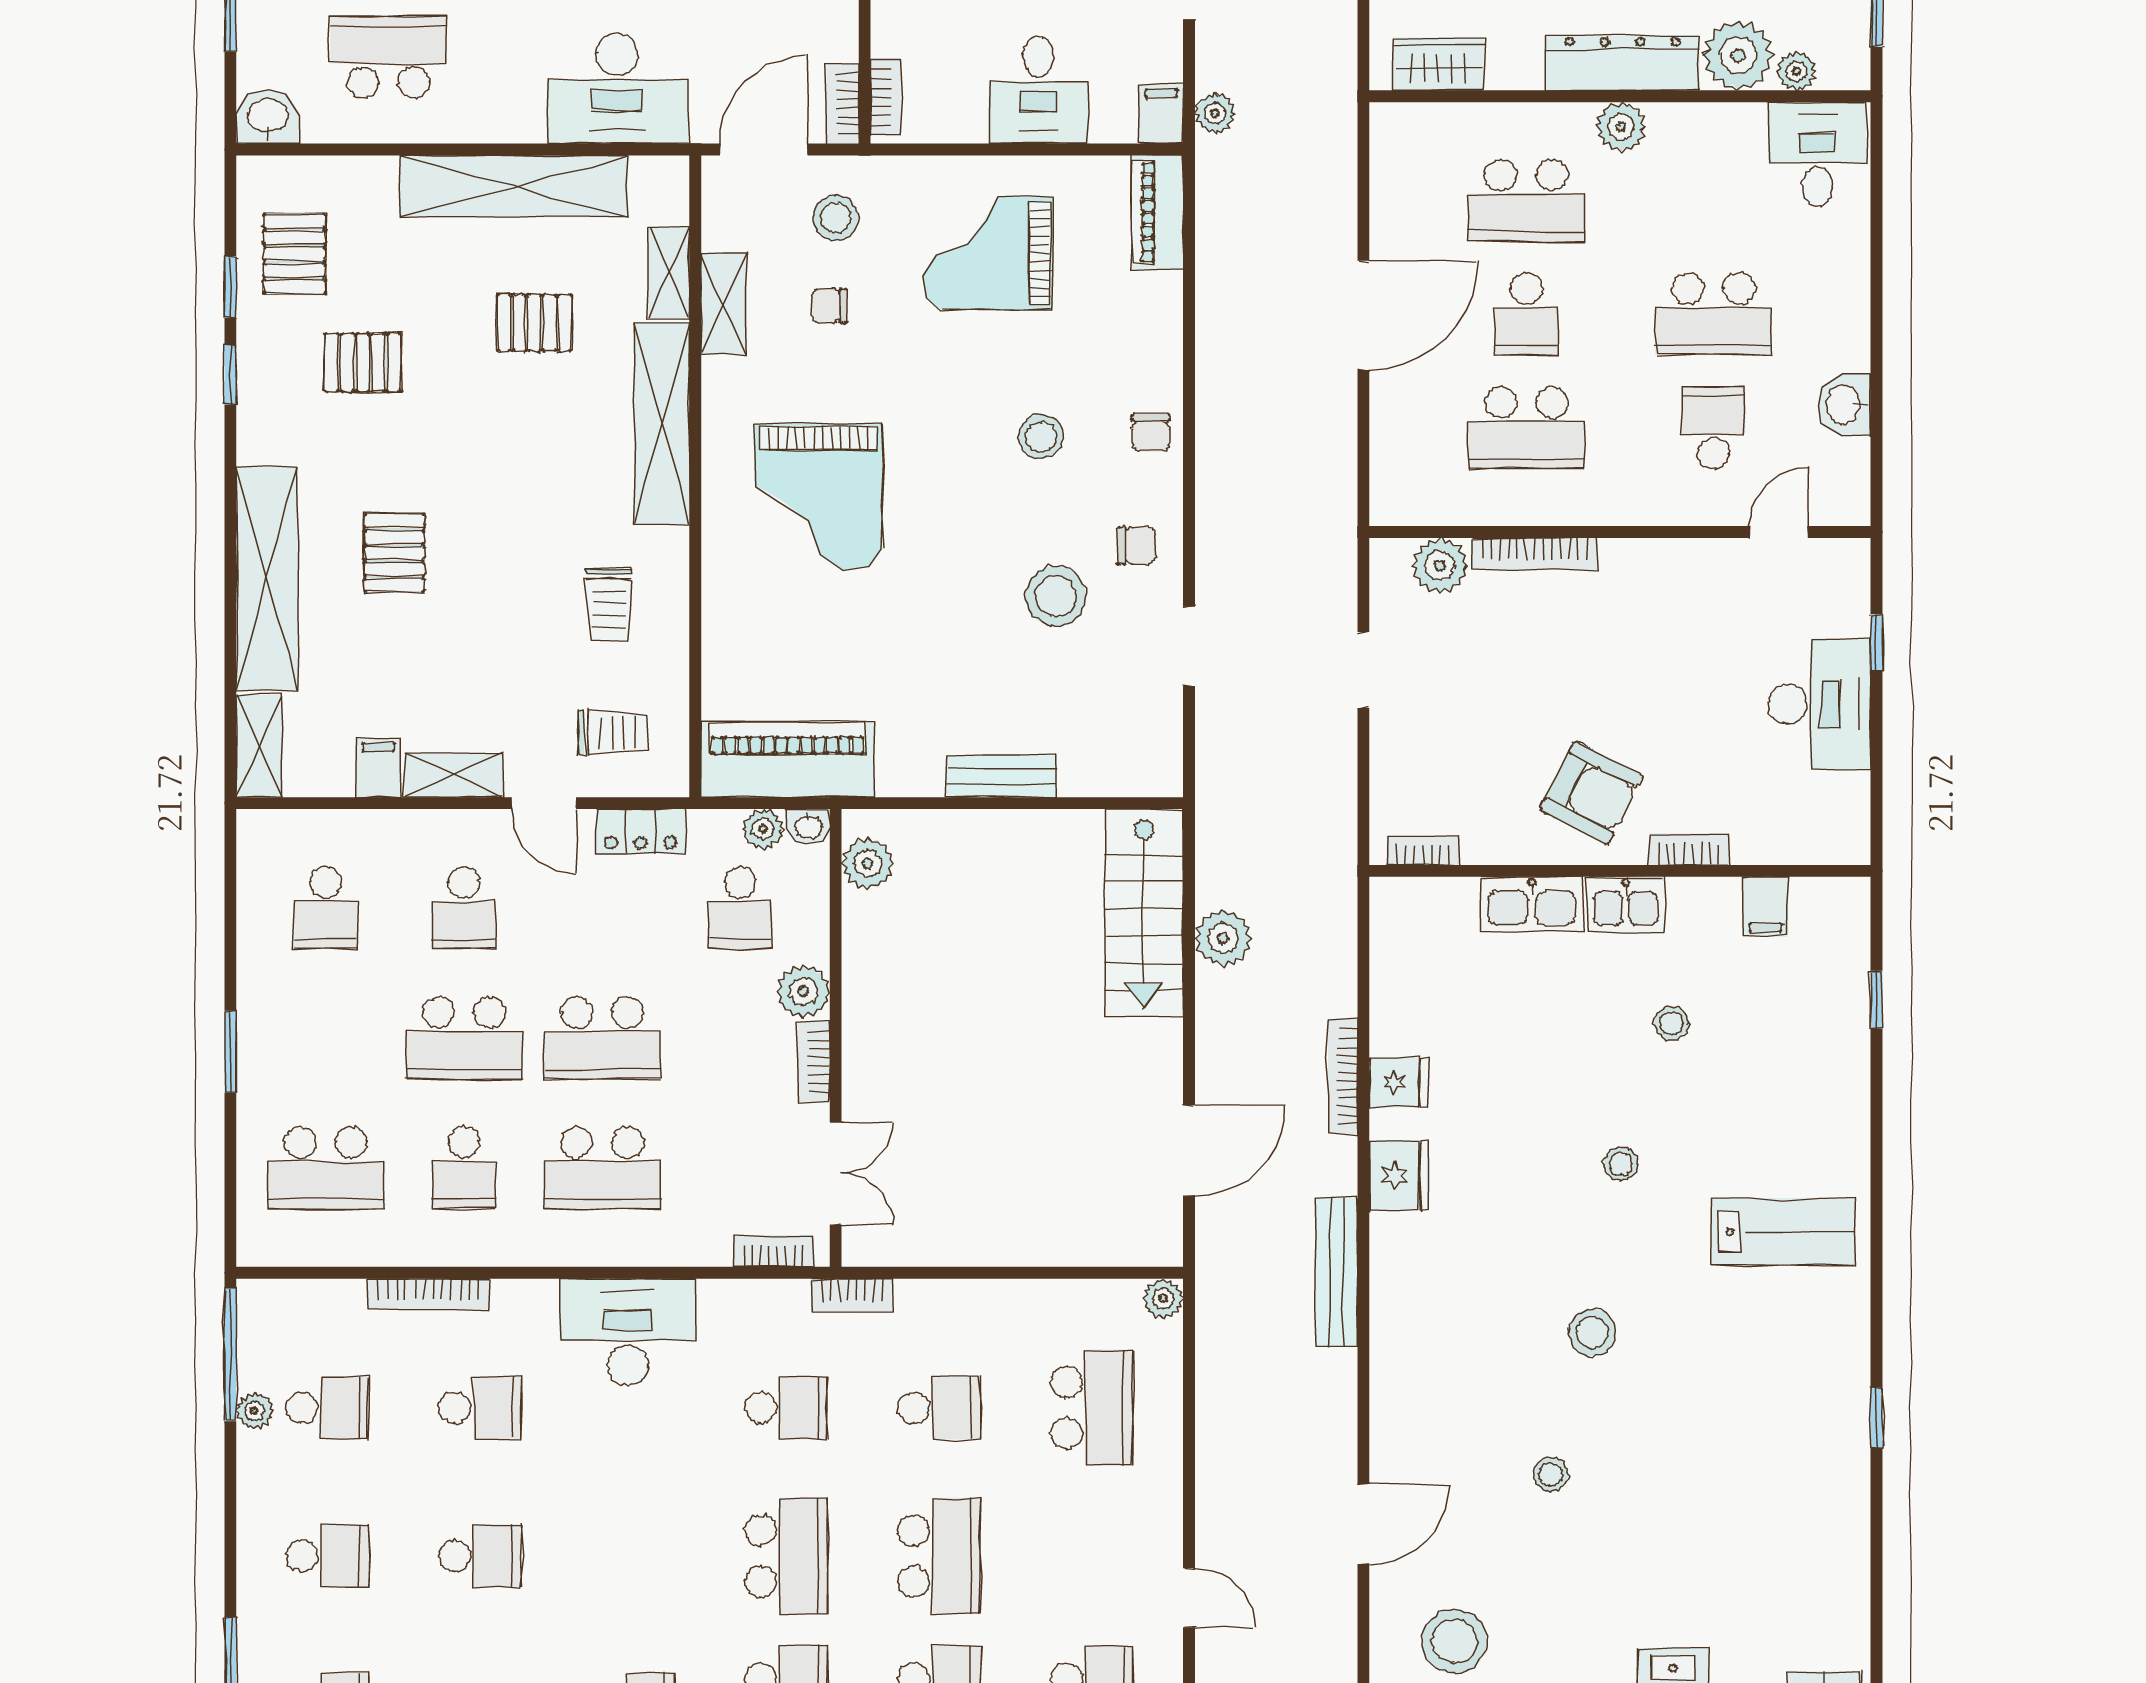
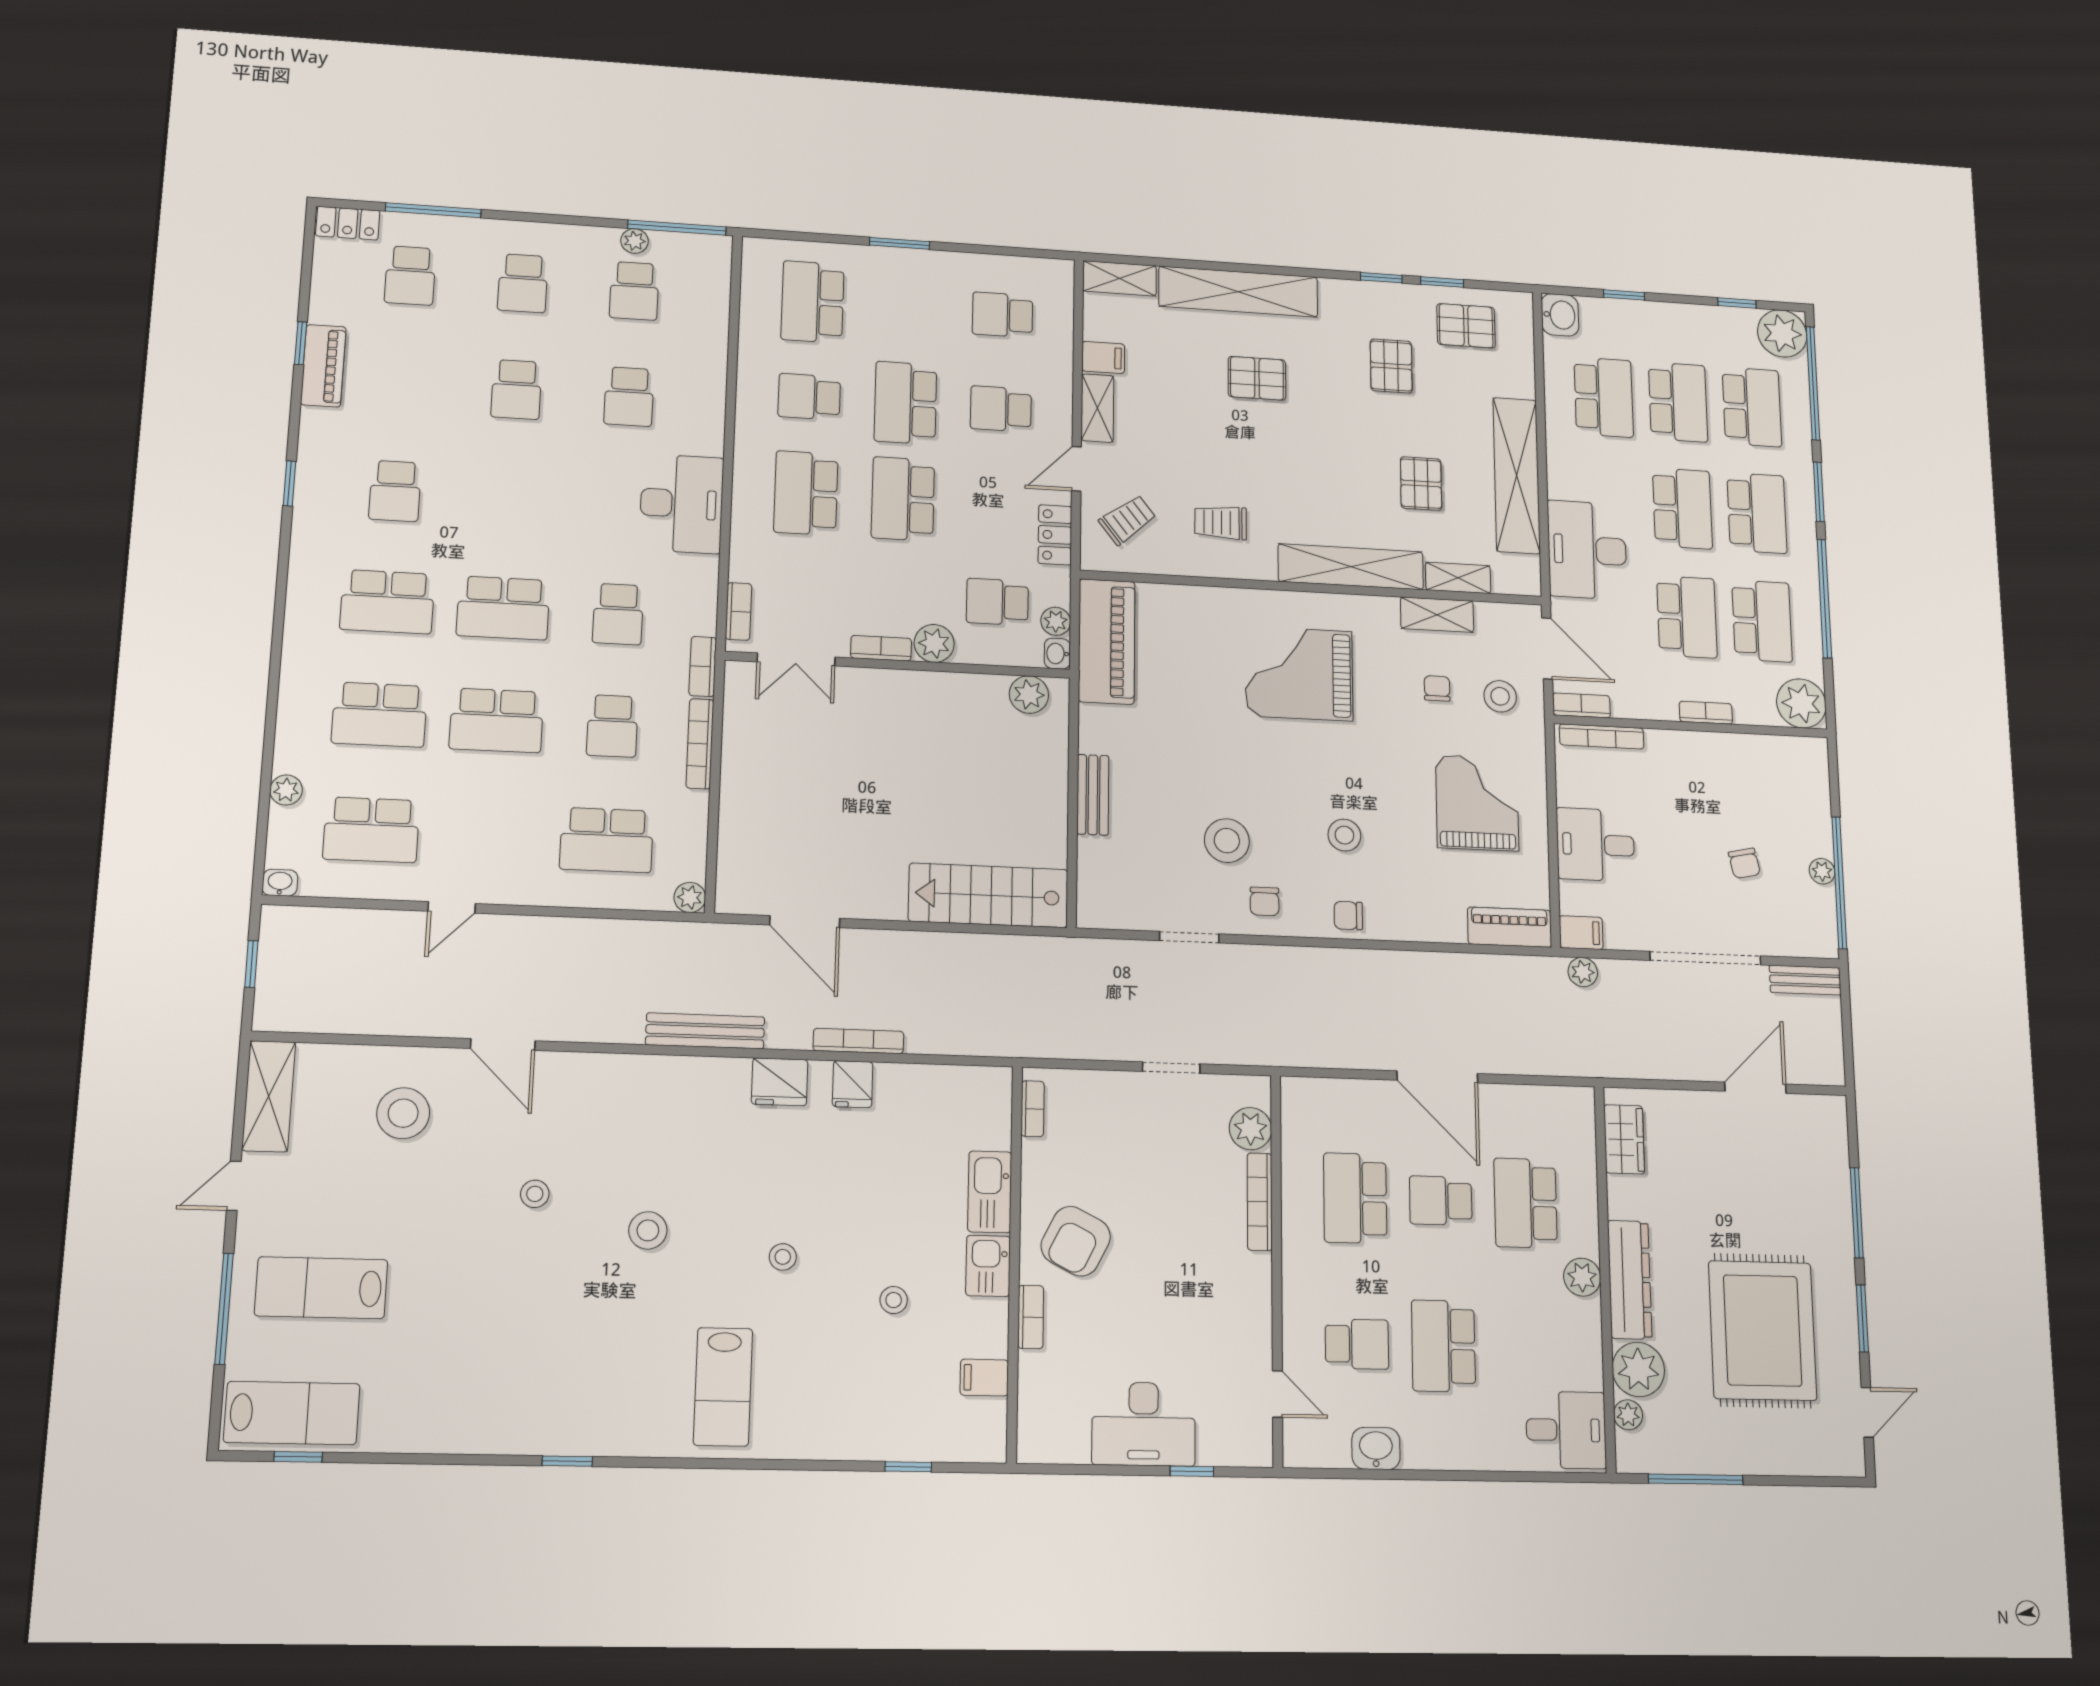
bookcase: (886, 98) -> (1602, 736), width x1.56
trolley: (613, 732) -> (1127, 520), turned -128
plant: (1223, 938) -> (968, 954), removed
bookcase: (428, 1294) -> (700, 744), moved

